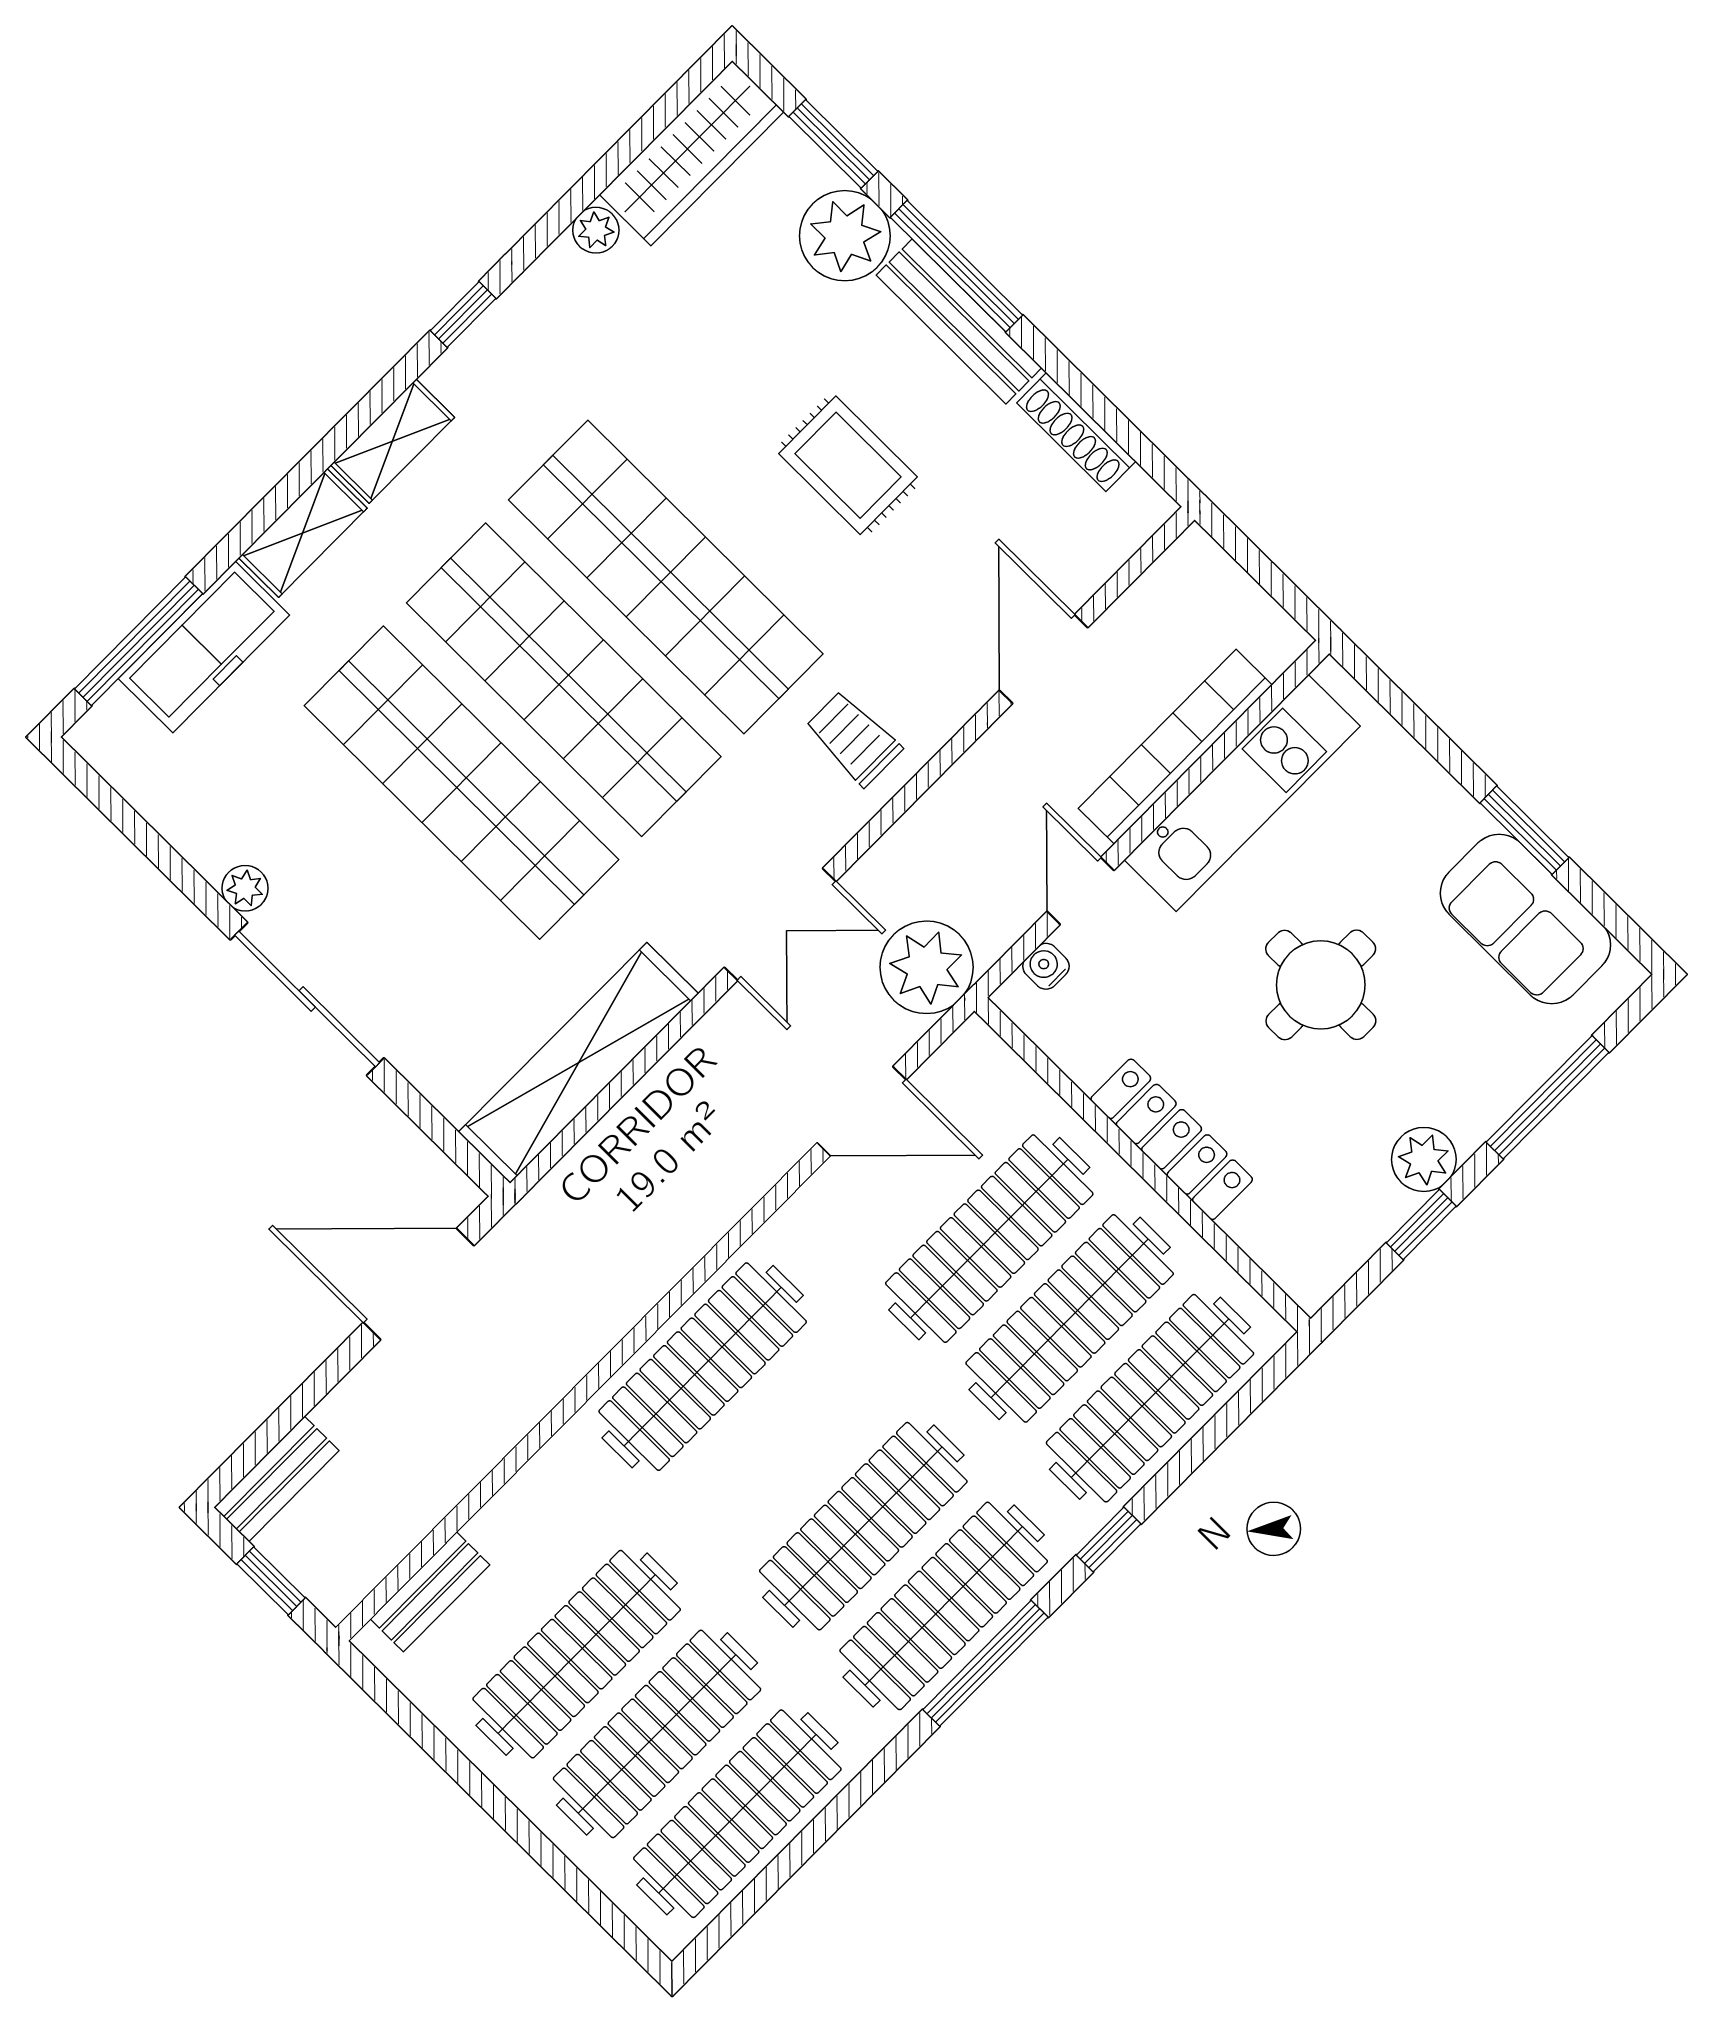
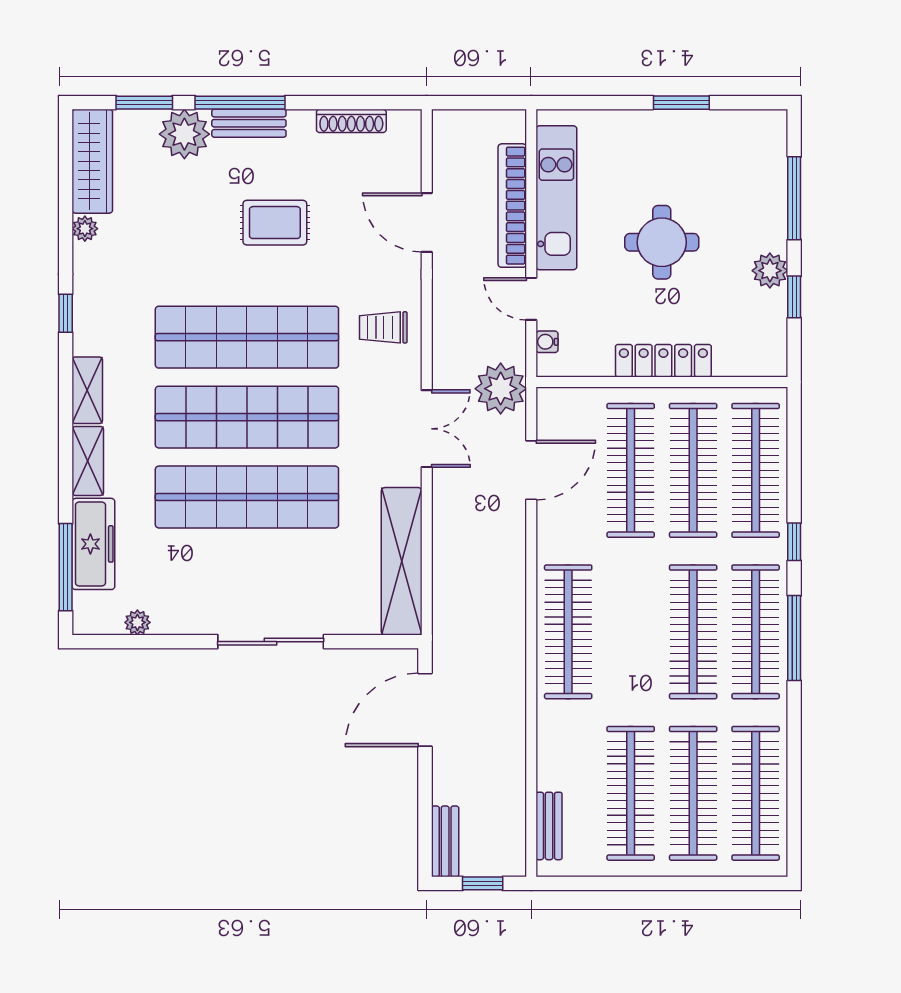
bench: (959, 321) -> (249, 123), width x0.73
plant: (245, 888) -> (137, 622), moved
sofa: (1525, 919) -> (716, 137), removed

